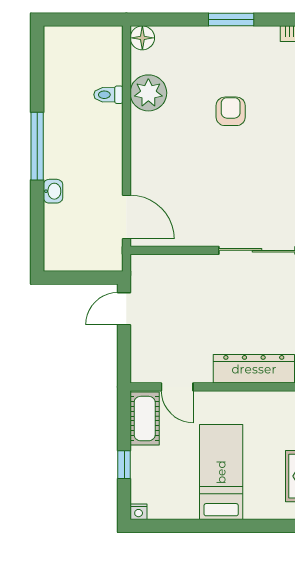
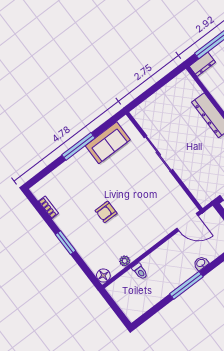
plant: (148, 93) -> (125, 261), width x0.53, depth x0.53
door: (126, 217) -> (188, 222), swing flipped

